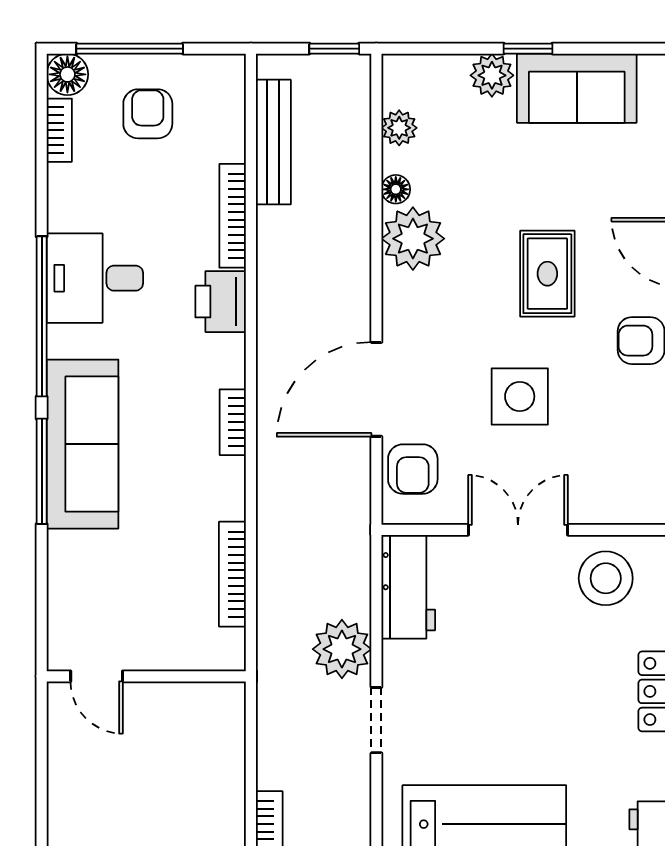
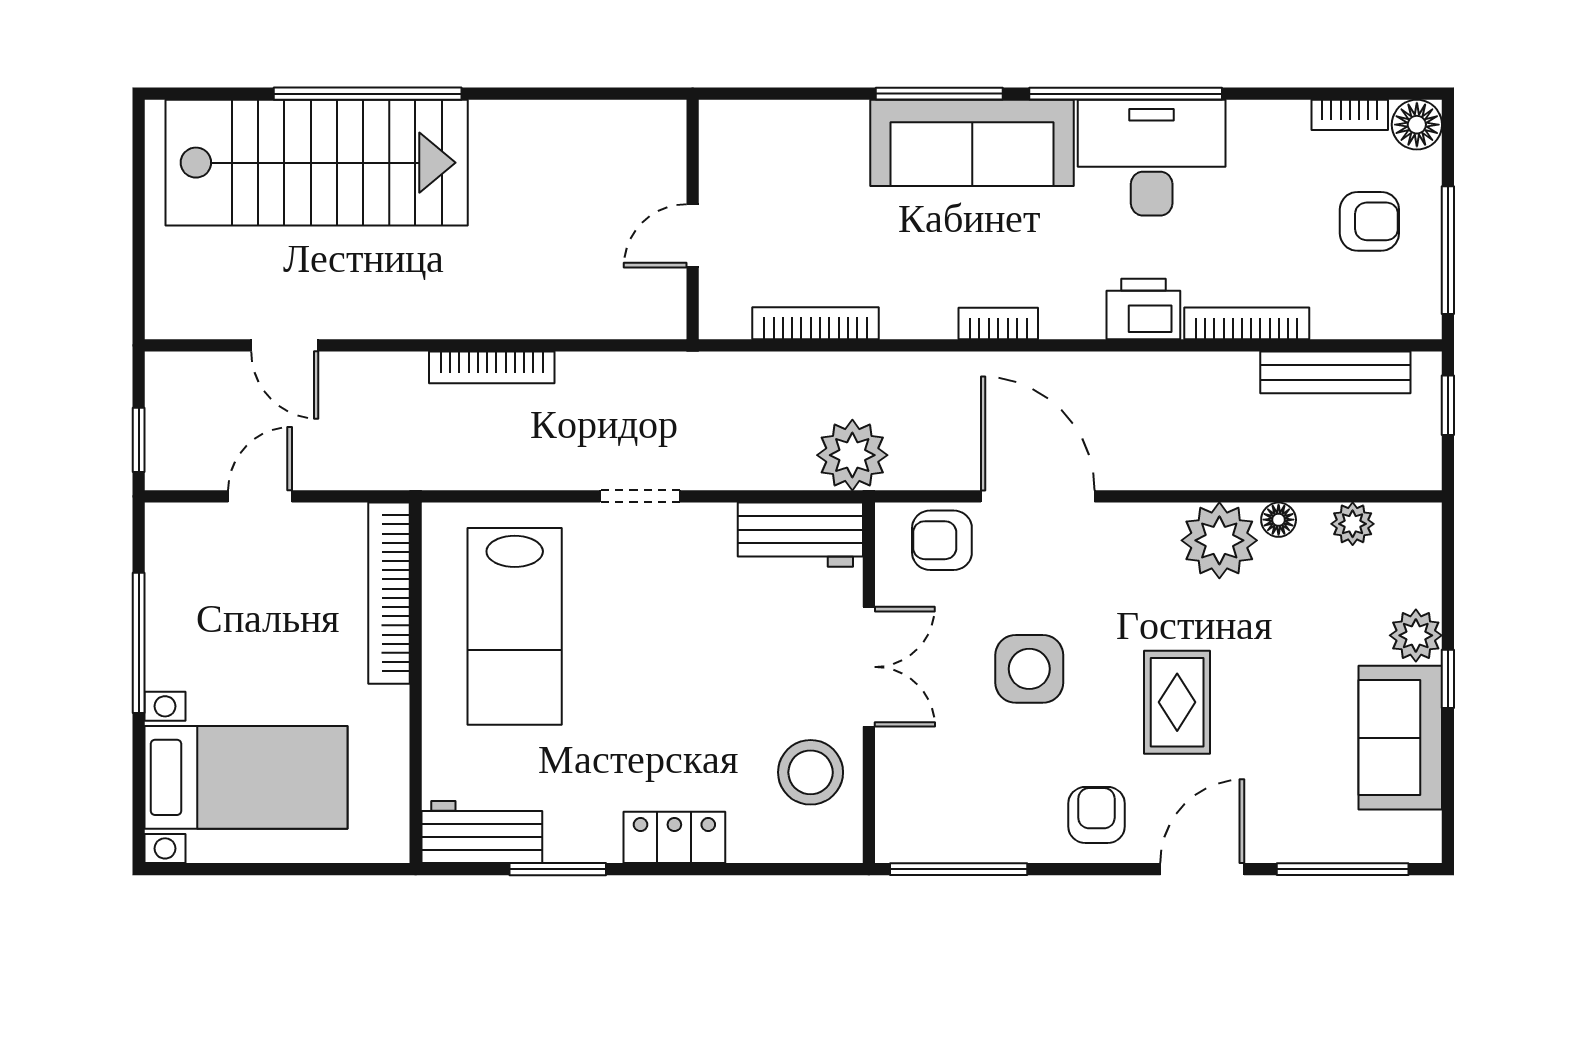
window: (130, 49) -> (1448, 250), moved
window: (334, 49) -> (1448, 405), moved
rug: (547, 274) -> (1177, 702), turned 90
desk: (95, 278) -> (1152, 158), width x1.37
plant: (342, 649) -> (852, 455), moved
door: (97, 676) -> (693, 236), moved

